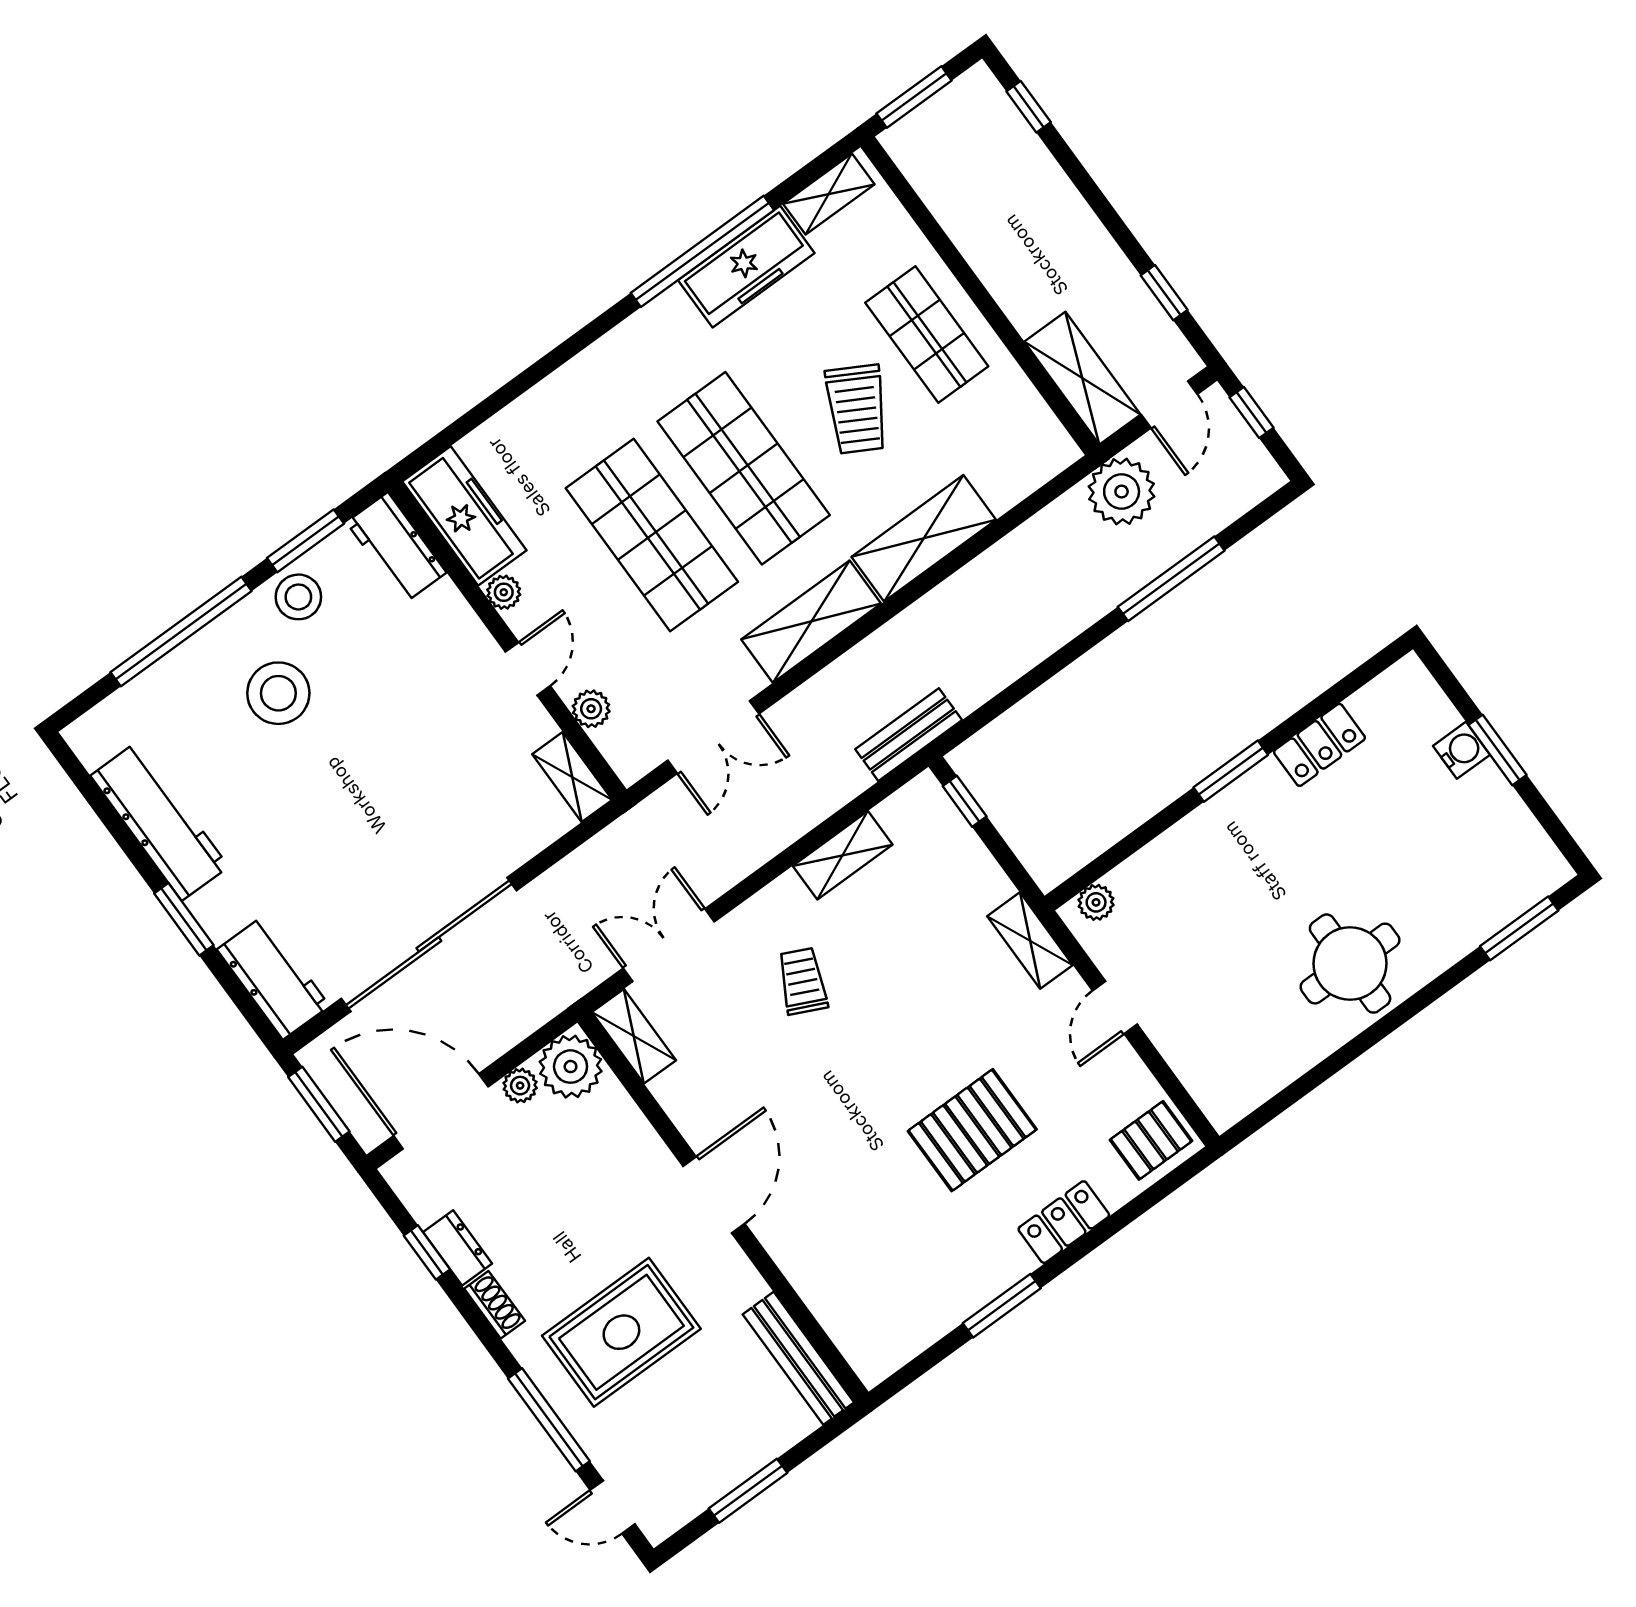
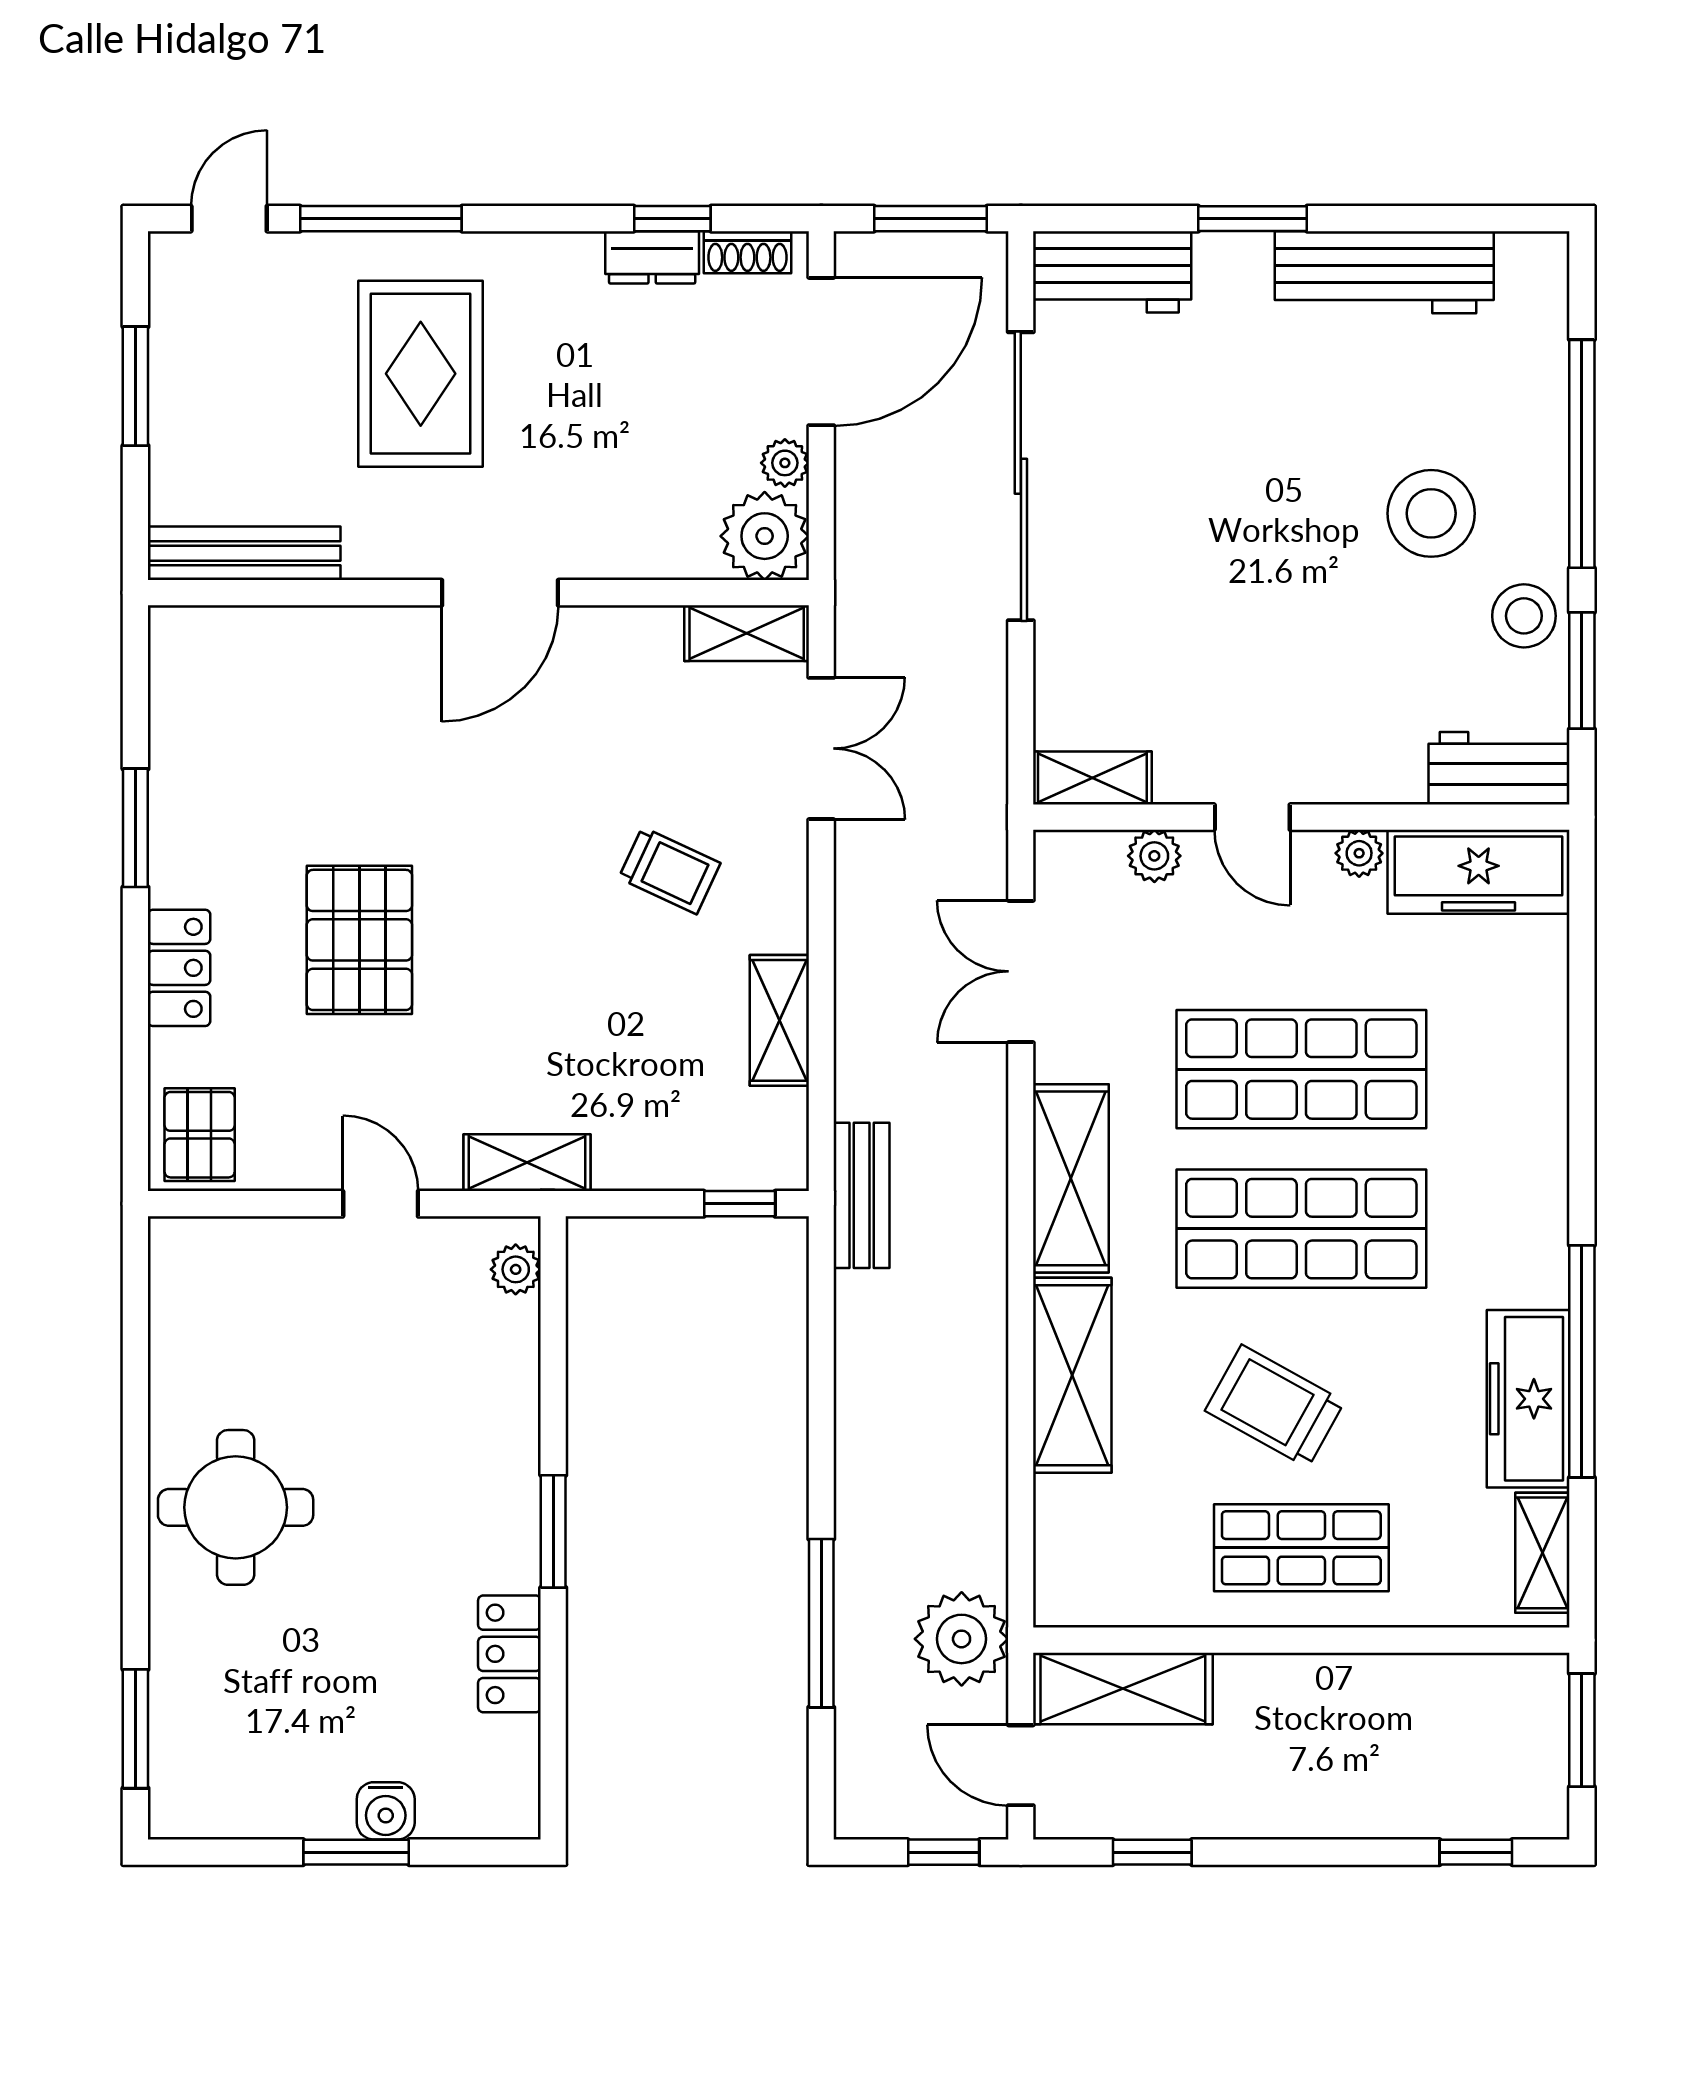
door: (714, 1195) -> (500, 593), hinge flipped
shoe rack: (495, 1305) -> (747, 252), moved

